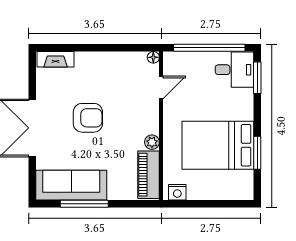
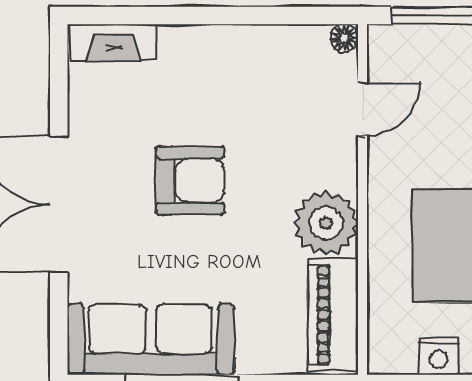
plant: (152, 142) -> (326, 223), width x1.87, depth x1.87
nightstand: (177, 192) -> (439, 356), moved

